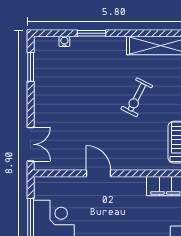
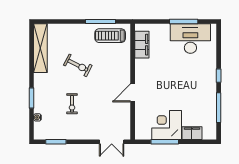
exercise bike: (83, 89) -> (72, 104), added
double door: (31, 144) -> (112, 142), swing flipped

